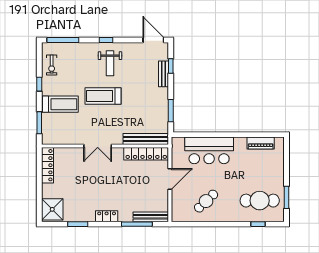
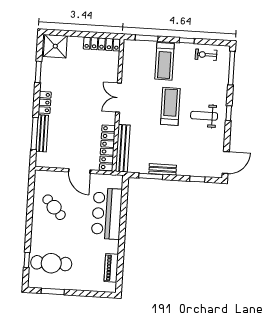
bench: (164, 74) -> (163, 169), moved
cafe table: (260, 201) -> (51, 263), turned 90
bench: (151, 217) -> (42, 133), moved

